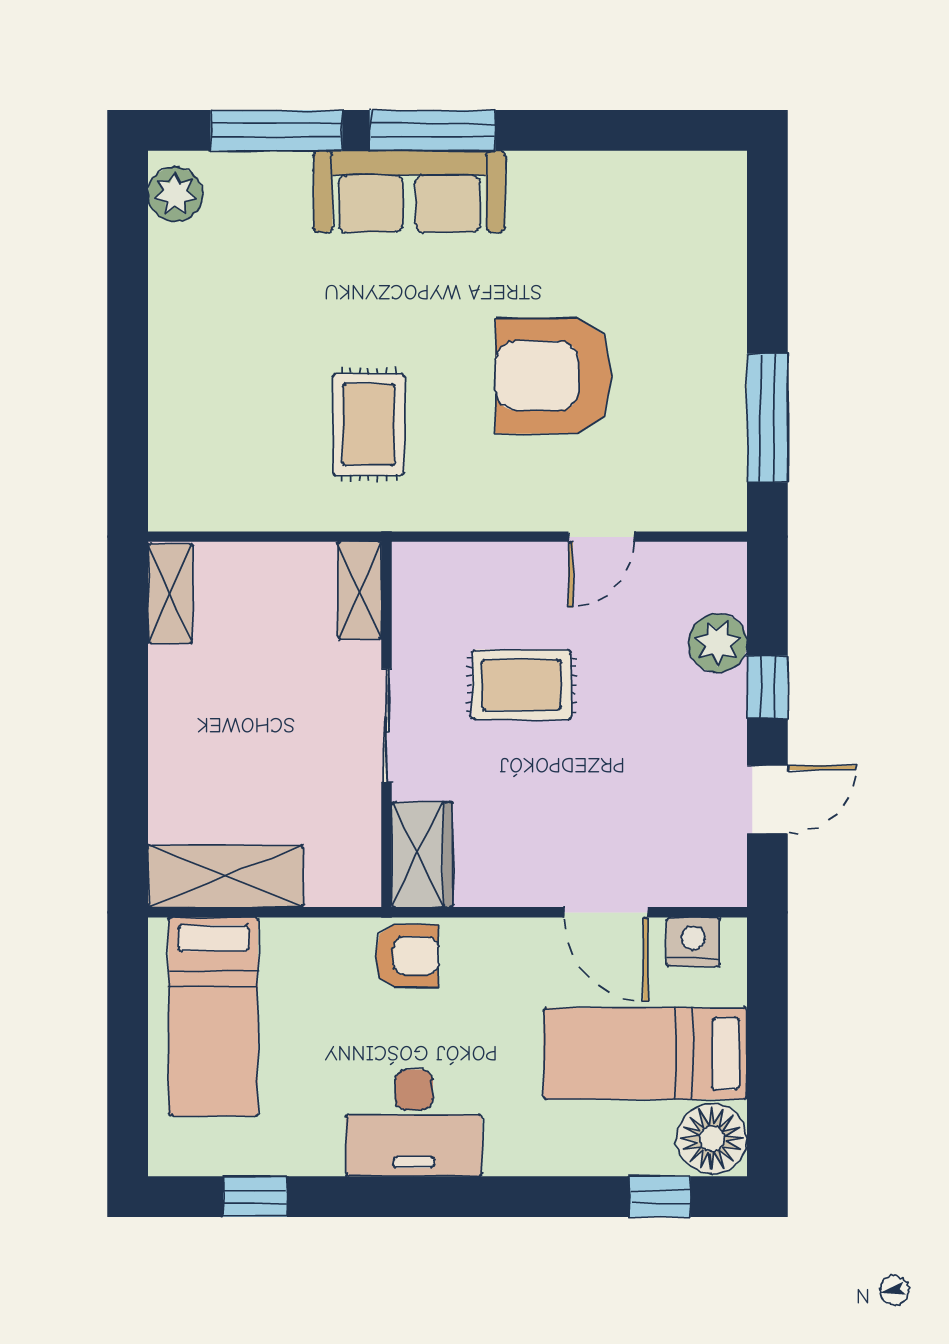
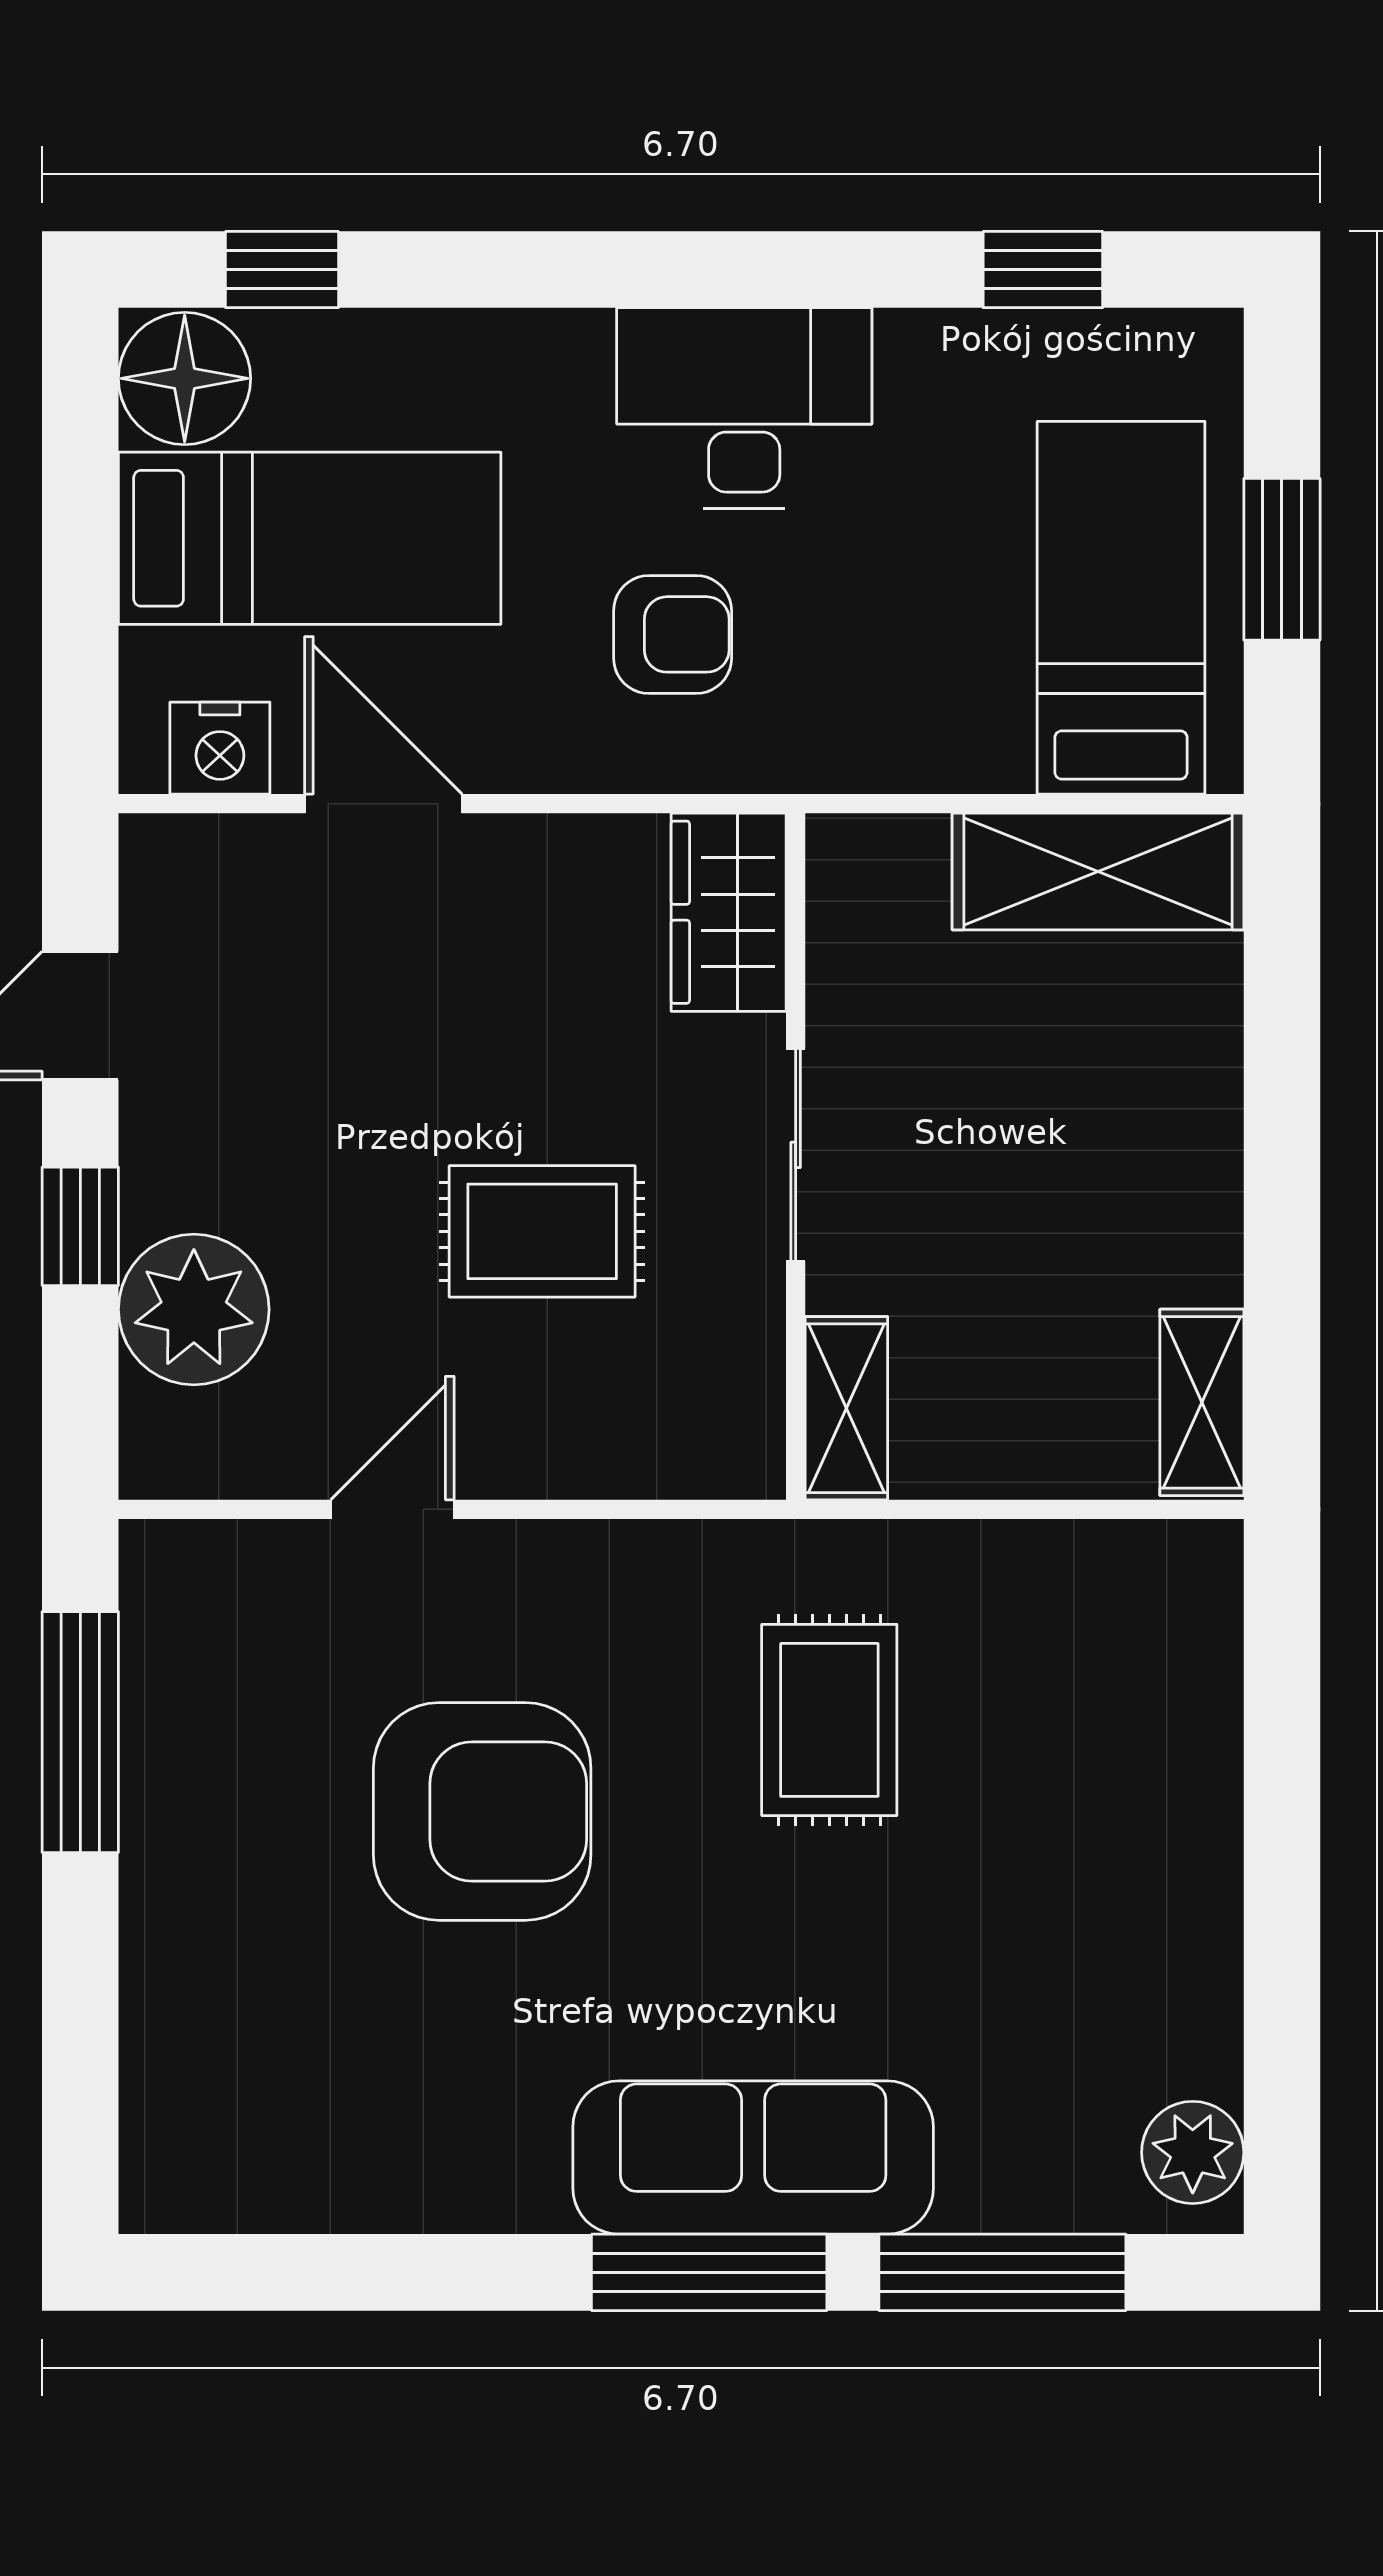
plant: (718, 643) -> (194, 1309), width x1.36, depth x1.36
armchair: (407, 956) -> (673, 634), moved, turned 180
window: (128, 1042) -> (1282, 559), added

